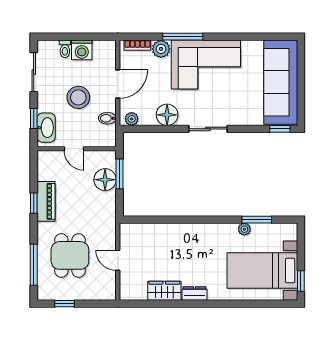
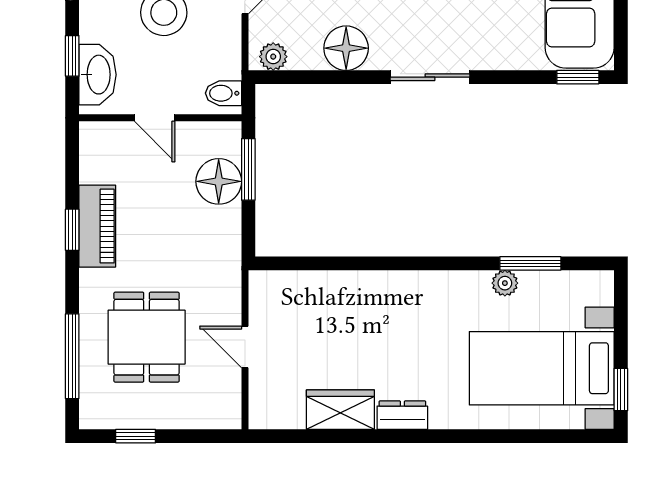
bidet: (107, 118) -> (223, 93), moved

